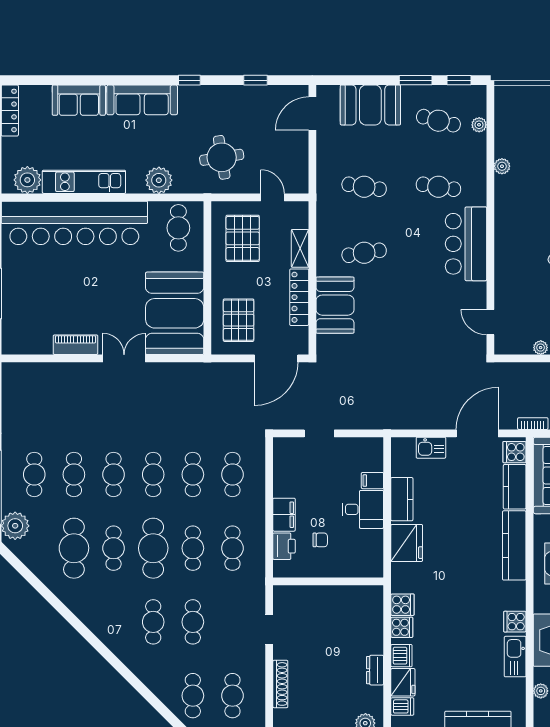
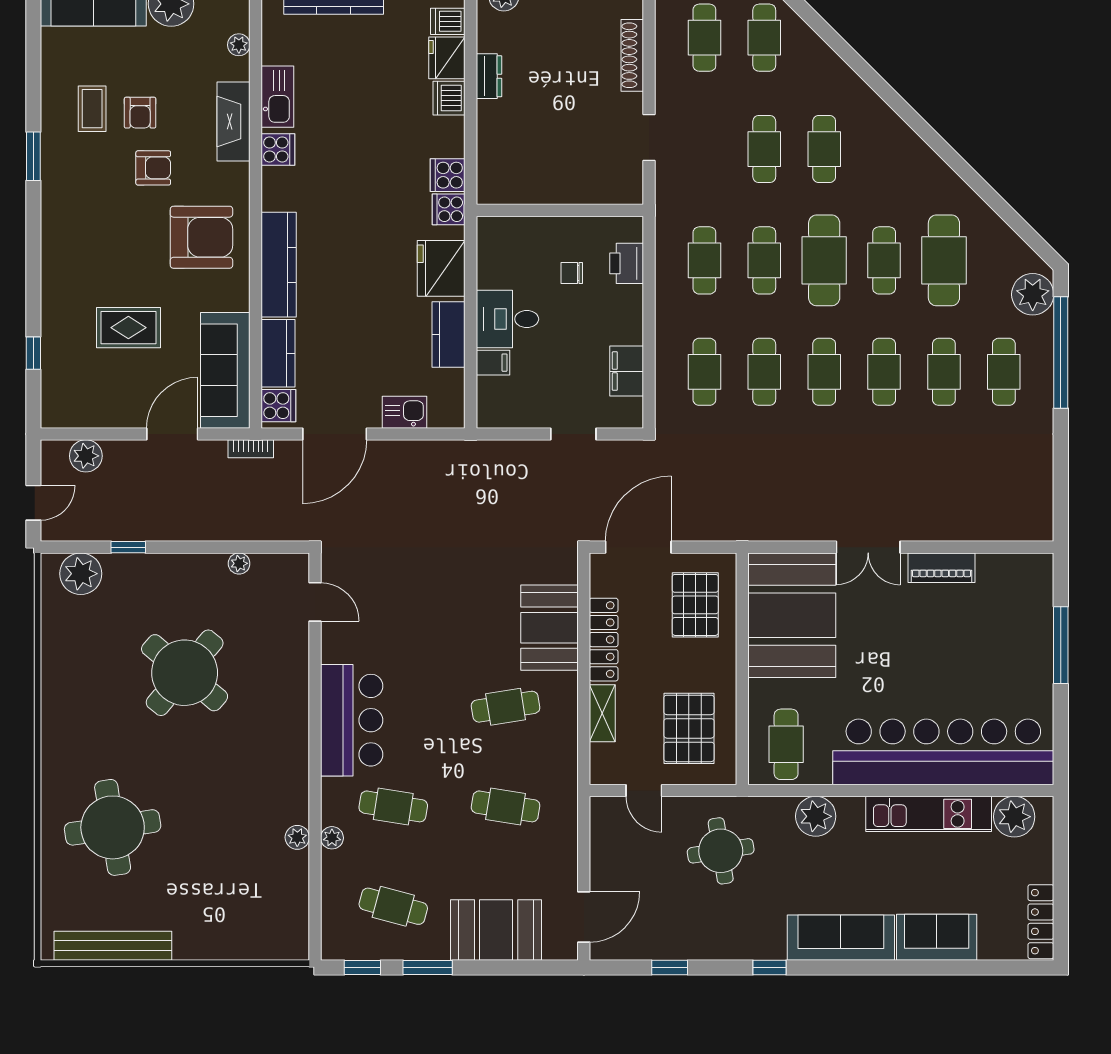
plant: (479, 125) -> (332, 838), moved
filing cabinet: (284, 515) -> (627, 371), moved
cooker: (402, 627) -> (449, 209), moved

